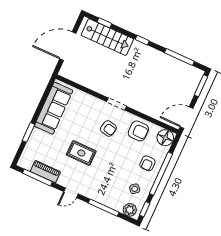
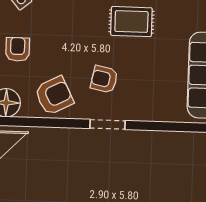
armchair: (138, 131) -> (54, 96), turned 153

